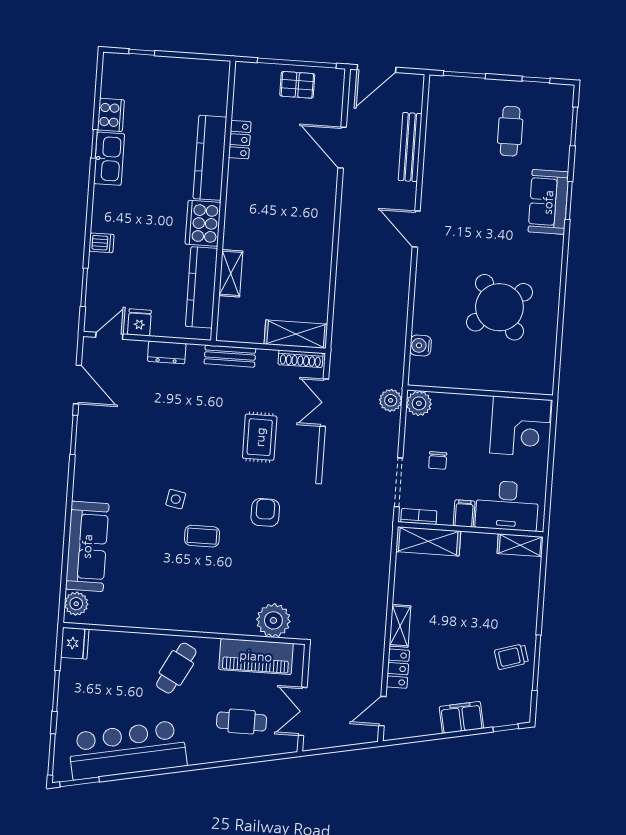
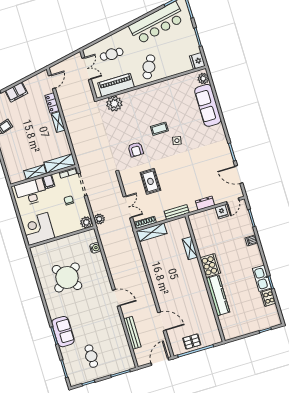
locker: (240, 140) -> (208, 308), removed
kitchen counter: (202, 287) -> (200, 237), removed
shelving: (520, 545) -> (35, 172), moved

